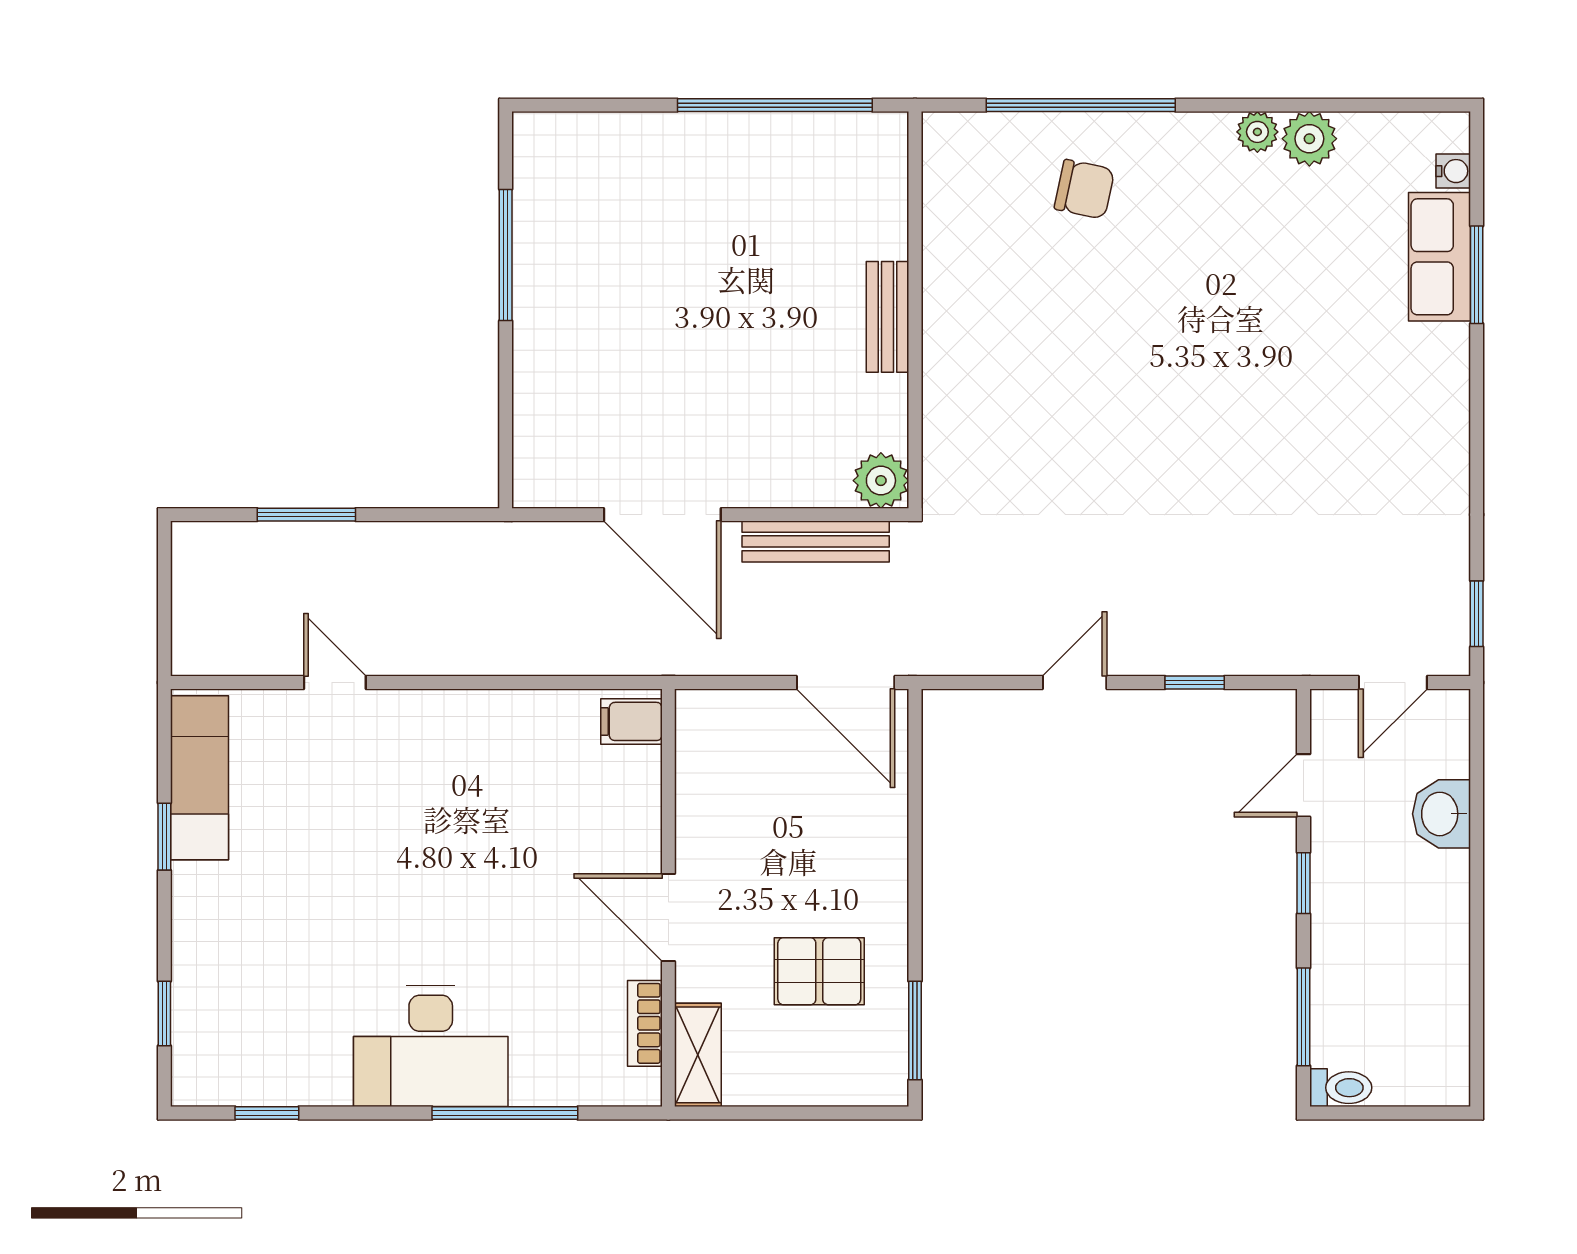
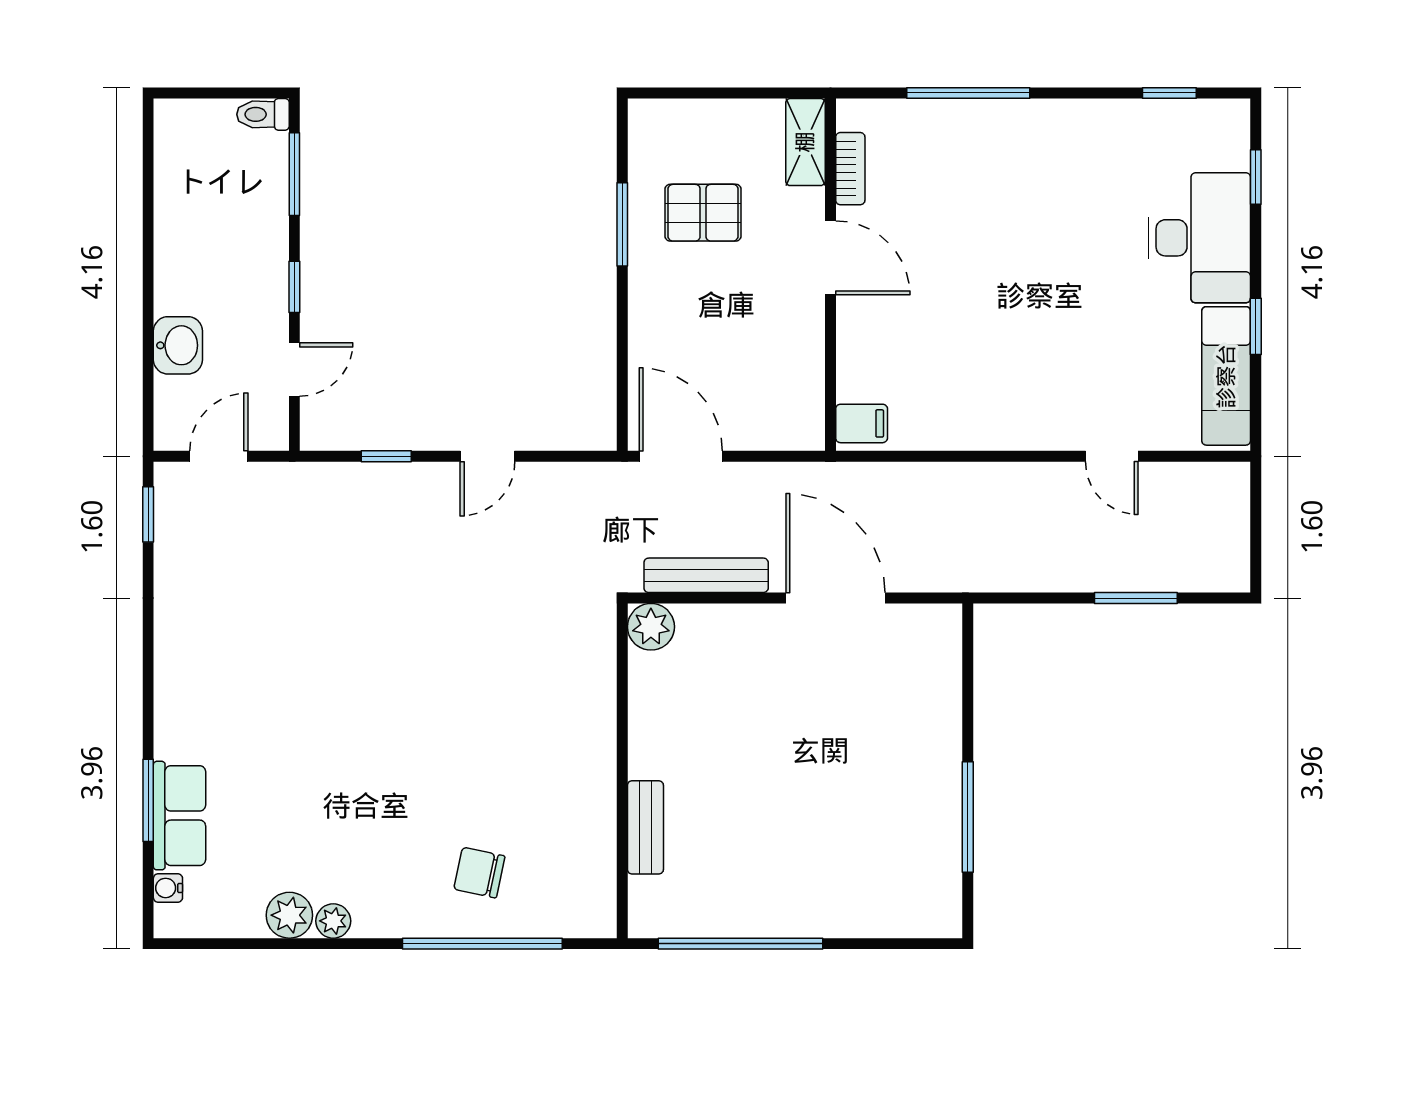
bench: (888, 317) -> (645, 827), moved
window: (915, 1031) -> (622, 224), moved
desk: (431, 1046) -> (1199, 238), moved, turned 90

